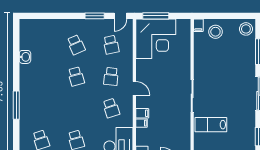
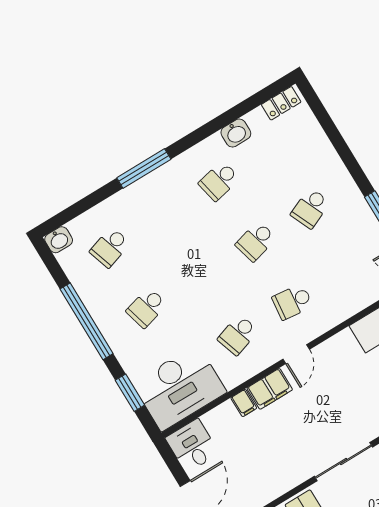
locker: (24, 30) -> (281, 103), added
school desk: (111, 45) -> (219, 181), moved
filing cabinet: (142, 113) -> (270, 389), width x2.00

